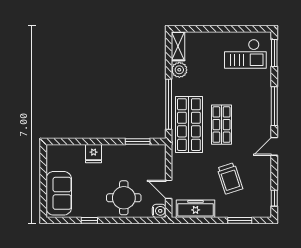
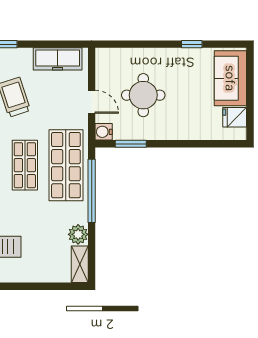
fridge: (94, 154) -> (235, 117), moved, turned -90
door: (169, 189) -> (92, 102), moved
round table: (124, 198) -> (143, 95), moved
water cooler: (159, 211) -> (104, 132), moved

